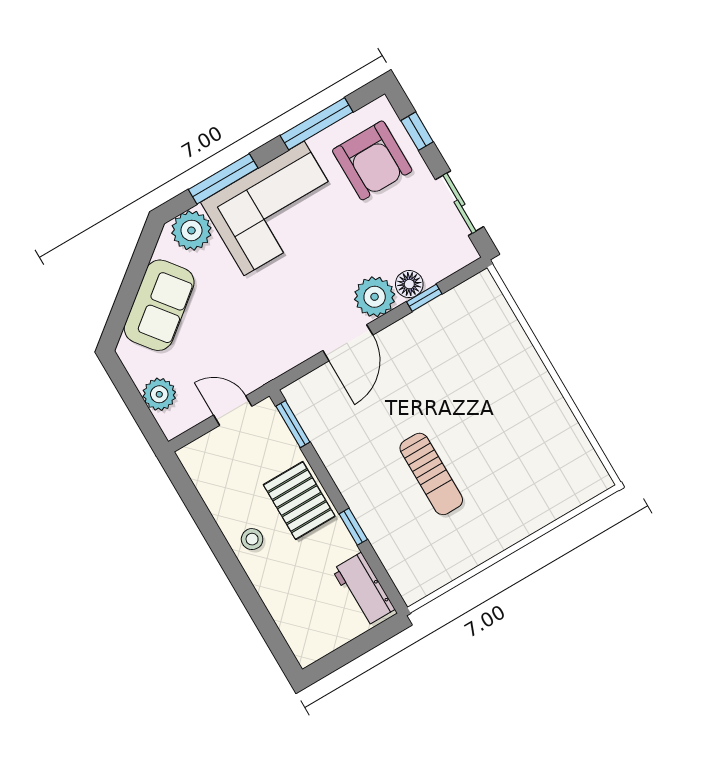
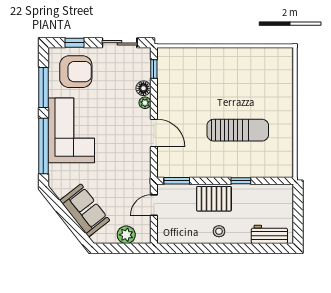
window: (223, 179) -> (43, 146), width x1.46
plant: (191, 230) -> (59, 175), removed
plant: (375, 297) -> (145, 103), width x0.53, depth x0.53
window: (424, 298) -> (154, 69), moved
sun lounger: (431, 474) -> (238, 130), width x1.36, depth x1.34
workbench: (364, 589) -> (269, 234), moved, turned 180

